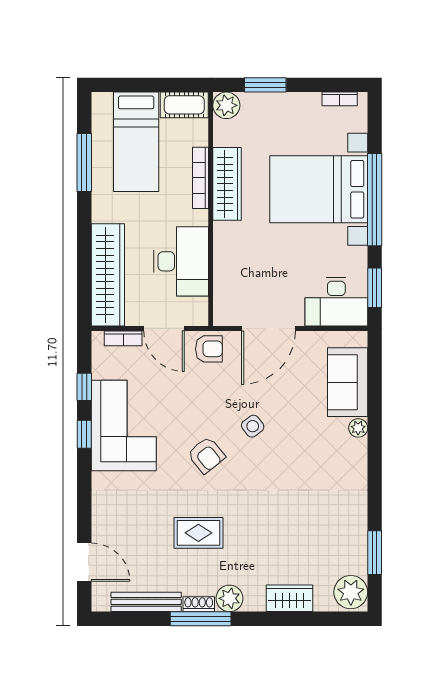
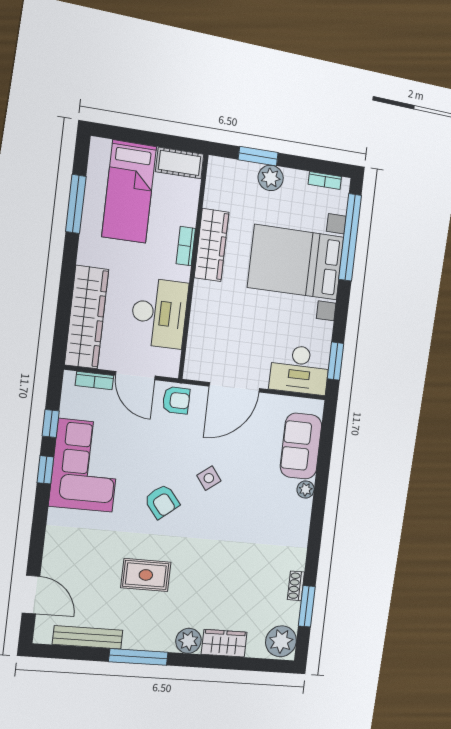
plant: (226, 105) -> (271, 178), moved
bookcase: (200, 178) -> (186, 246), width x0.64
window: (375, 200) -> (350, 237), moved
plant: (229, 598) -> (188, 641), moved
shoe rack: (199, 604) -> (296, 586), moved, turned -90

